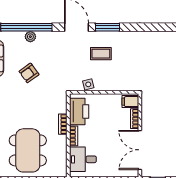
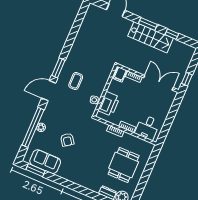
printer: (79, 111) -> (109, 104), moved, turned 90
dining table: (28, 150) -> (124, 165), width x0.73
double door: (140, 150) -> (158, 83), swing flipped

